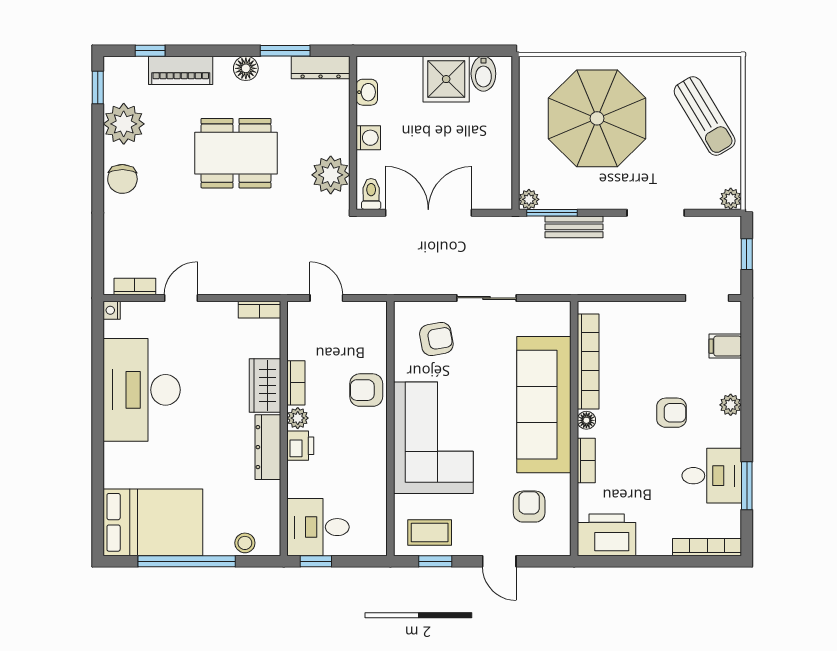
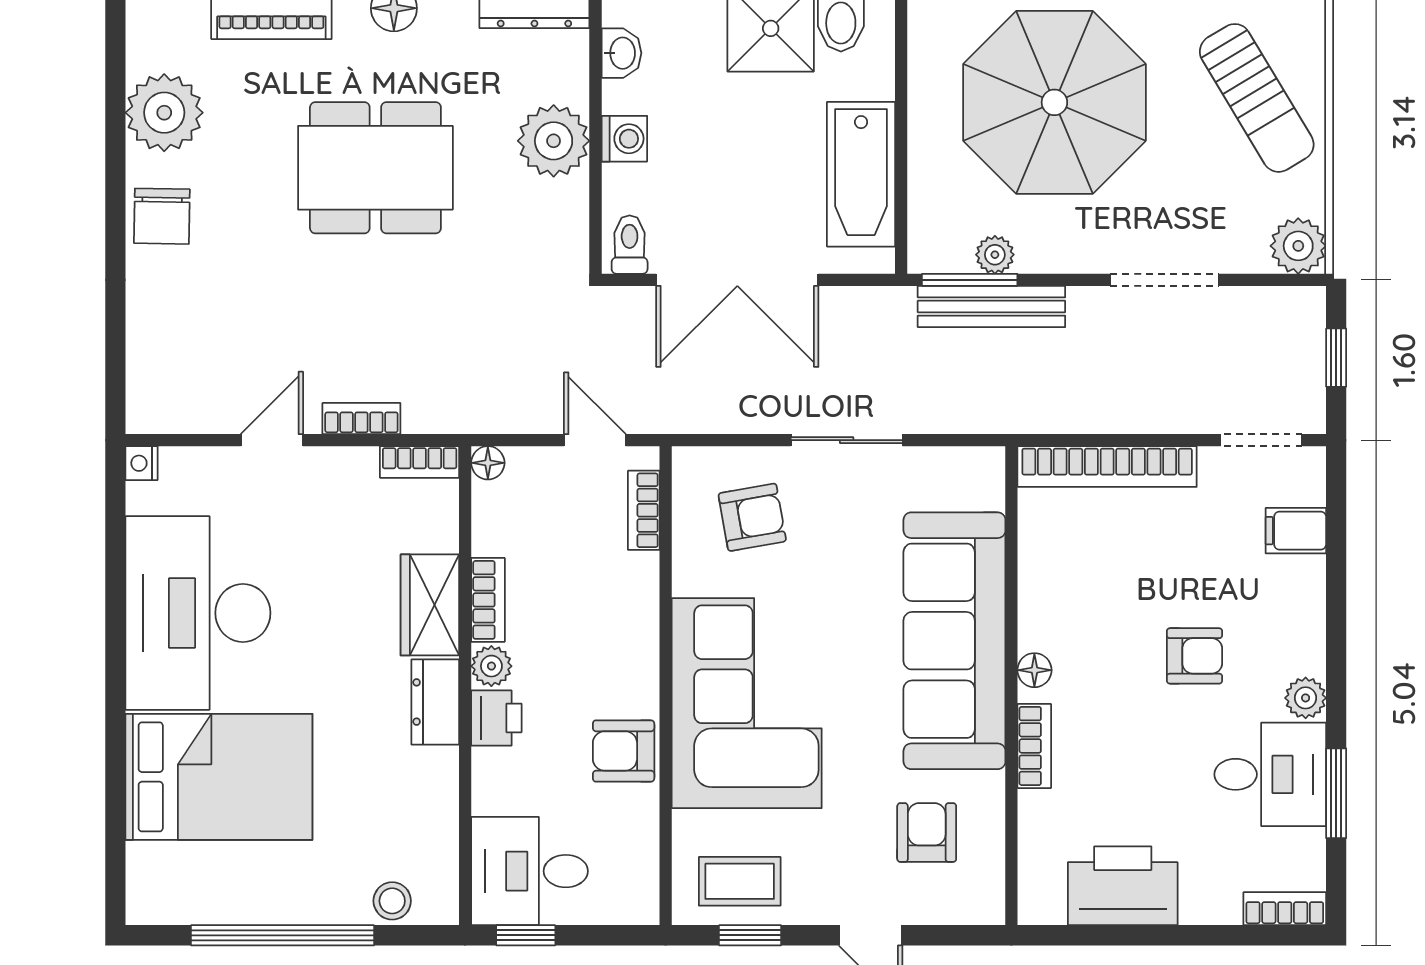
window: (98, 88) -> (115, 44), removed
bathtub: (494, 157) -> (861, 174), added
plant: (331, 175) -> (554, 141), moved
plant: (529, 199) -> (995, 255), moved
plant: (731, 199) -> (1298, 246), width x1.38, depth x1.38
double door: (428, 213) -> (737, 280), swing flipped
bench: (574, 227) -> (991, 306), width x1.36
bookcase: (135, 286) -> (361, 419), moved
door: (326, 298) -> (595, 440), moved
floor lamp: (296, 310) -> (488, 463), added
bookcase: (379, 335) -> (644, 510), added
bookcase: (588, 361) -> (1107, 467), moved, turned 90
armchair: (366, 390) -> (624, 751), moved
plant: (731, 405) -> (1306, 698), moved
dresser: (268, 447) -> (435, 702), width x0.70
bed: (153, 522) -> (219, 777), moved
printer: (607, 535) -> (1123, 886), moved
bookcase: (707, 547) -> (1285, 909), width x0.64

